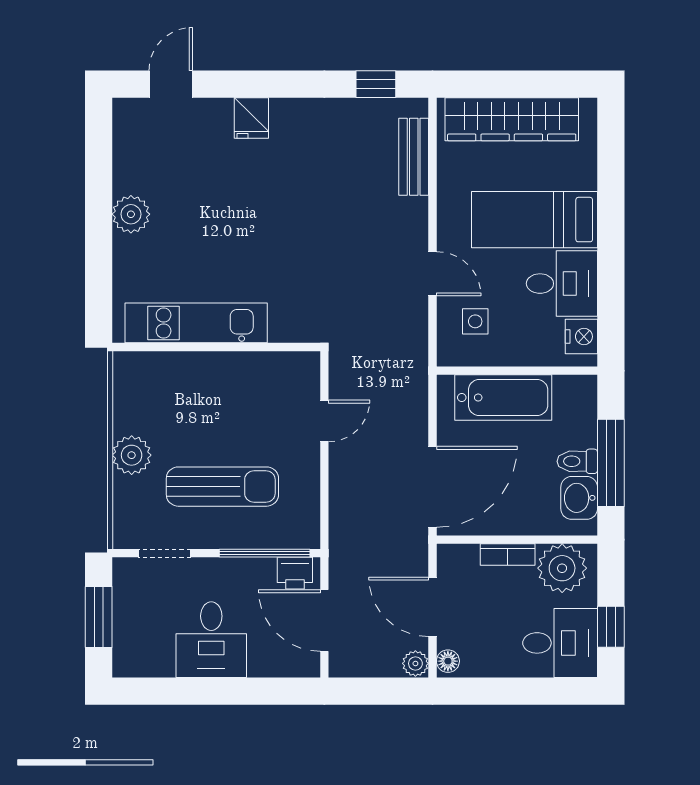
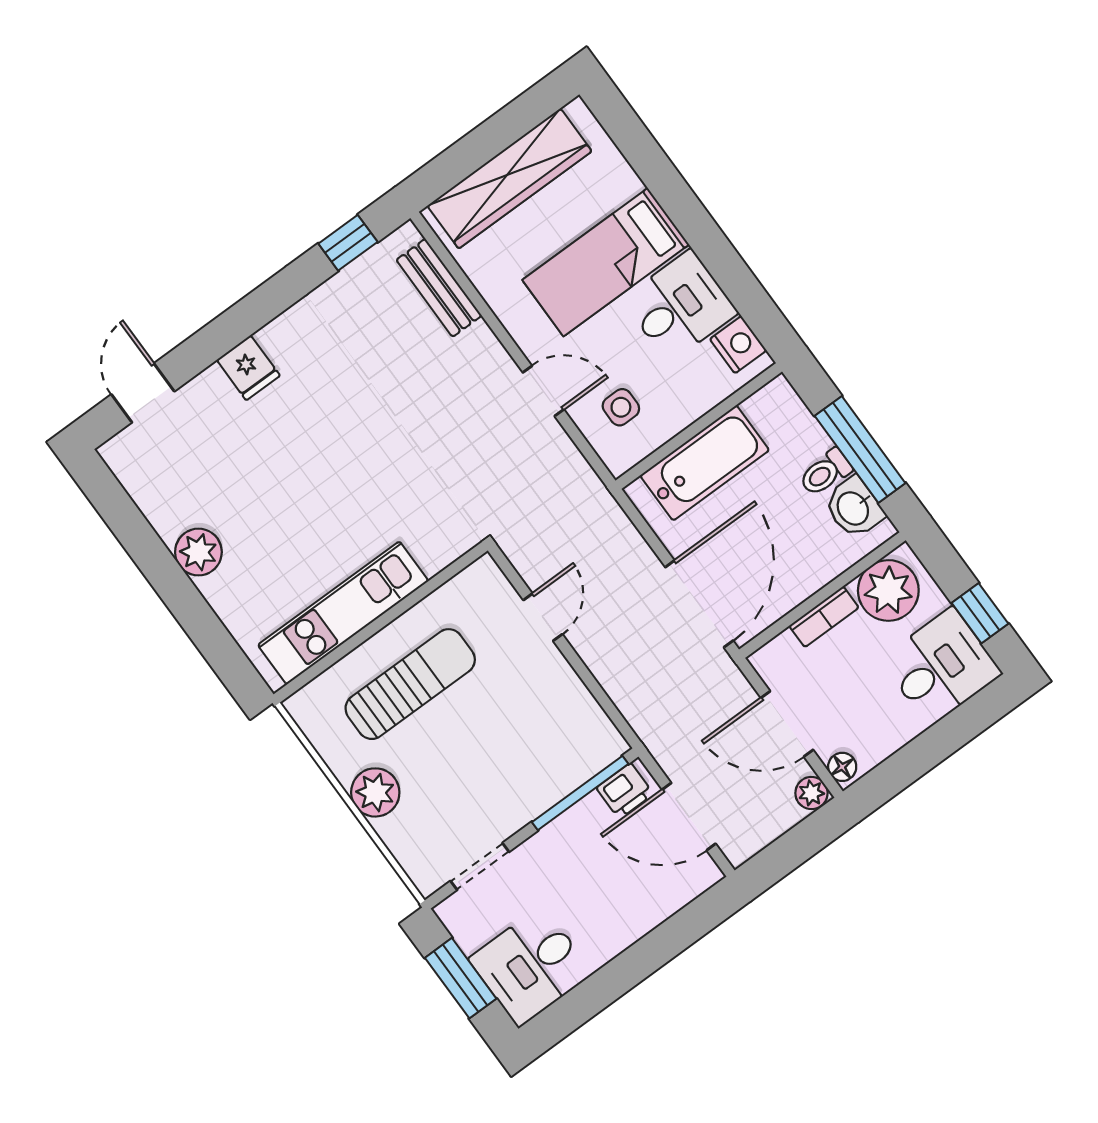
sun lounger: (222, 487) -> (410, 684), moved
desk: (211, 640) -> (531, 966), moved, turned 90

